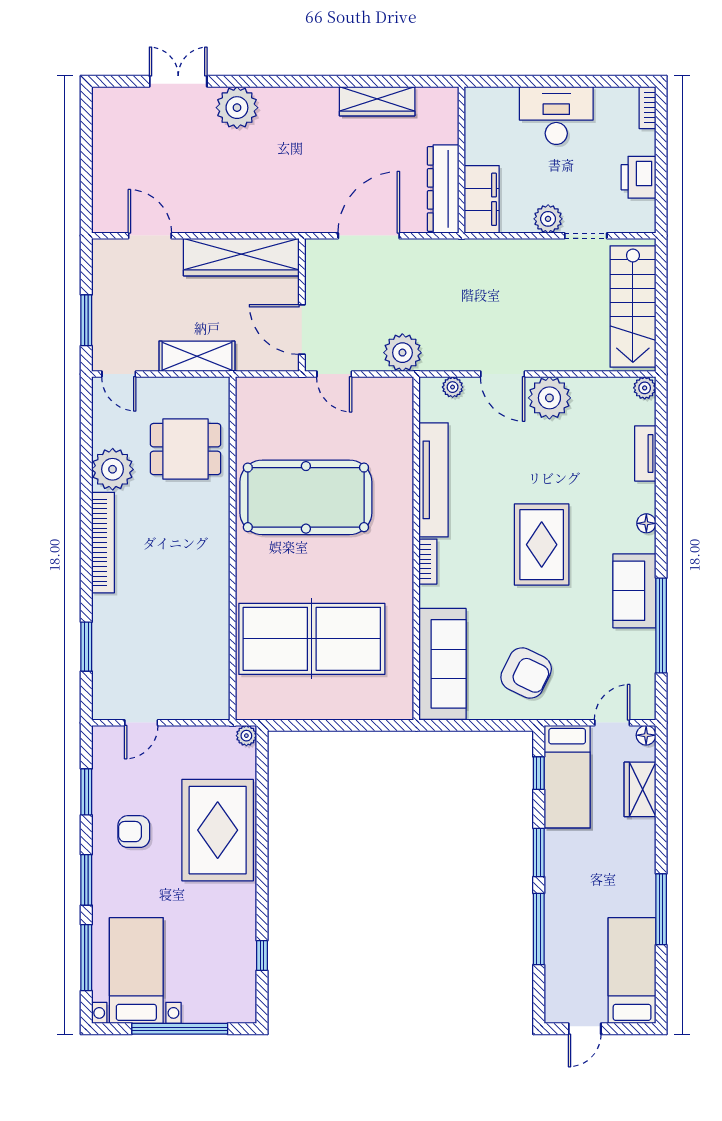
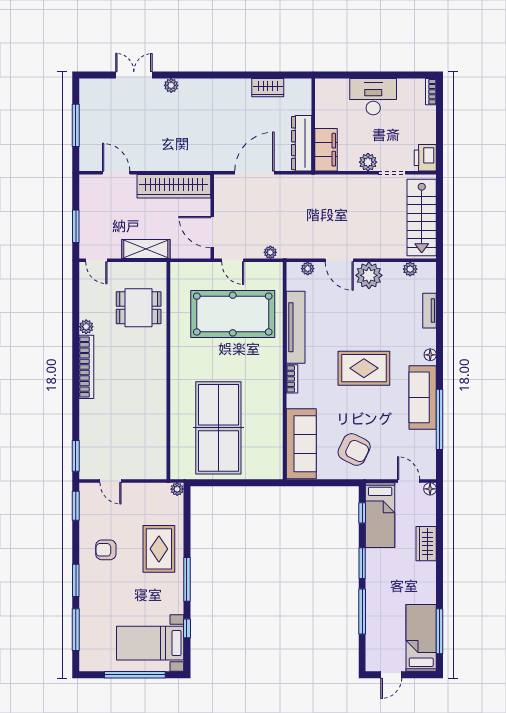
wardrobe: (377, 101) -> (268, 88), width x0.67
plant: (237, 108) -> (171, 85), width x0.53, depth x0.53
window: (86, 161) -> (76, 125), added
printer: (638, 177) -> (425, 158), moved
plant: (402, 353) -> (270, 252), width x0.53, depth x0.53
plant: (645, 388) -> (410, 269), moved
plant: (113, 469) -> (86, 327), width x0.53, depth x0.53
pool table: (306, 497) -> (233, 314), moved
rug: (542, 545) -> (364, 368), turned 90
sofa: (634, 591) -> (423, 397), width x1.36
table tennis table: (312, 639) -> (218, 428), turned 90
window: (86, 647) -> (76, 456), moved
door: (141, 723) -> (111, 481), hinge flipped
door: (612, 723) -> (409, 481), hinge flipped
wardrobe: (640, 789) -> (426, 544), moved
window: (86, 792) -> (76, 506), moved
rug: (218, 830) -> (159, 549), width x0.73, depth x0.69
window: (262, 878) -> (187, 579), added
window: (661, 909) -> (440, 631), moved
bed with nightstands: (136, 971) -> (150, 643), moved, turned -90

